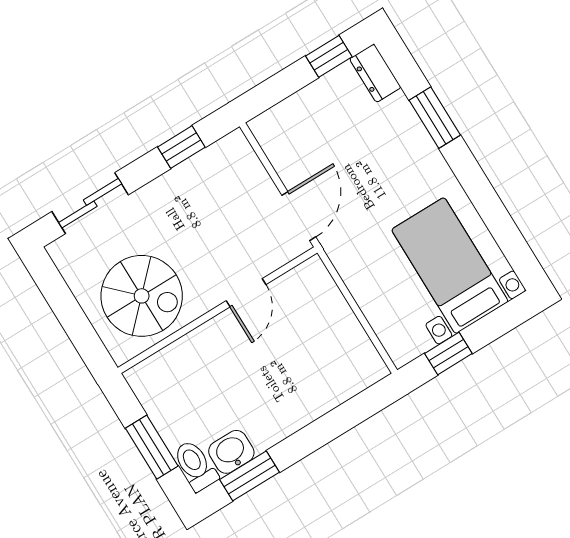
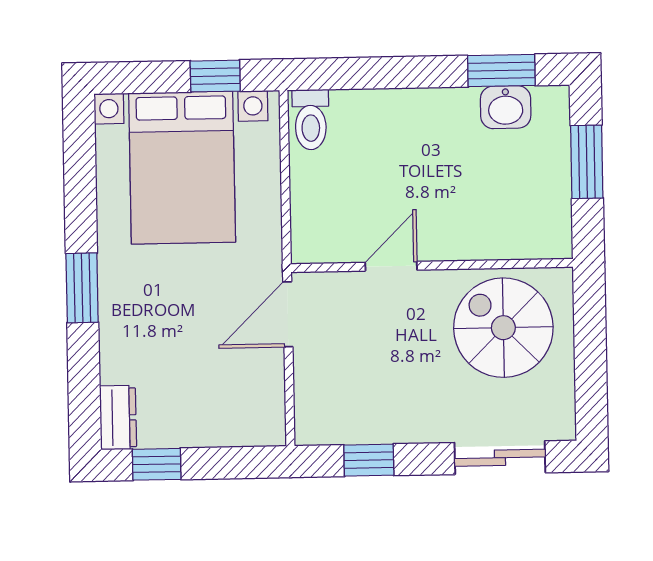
window: (435, 118) -> (82, 288), moved
bed with nightstands: (450, 266) -> (182, 168), width x1.36
toilet: (195, 466) -> (311, 120), moved

